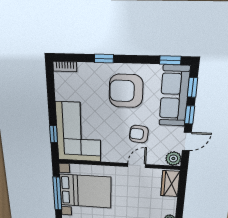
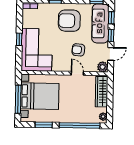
window: (54, 134) -> (19, 39), moved
door: (137, 166) -> (77, 73), hinge flipped
wardrobe: (170, 184) -> (102, 92), width x1.50

